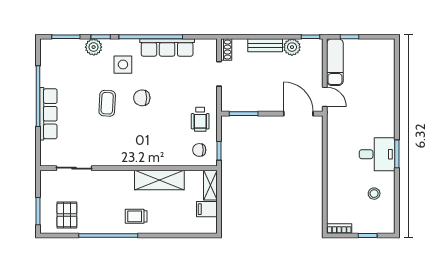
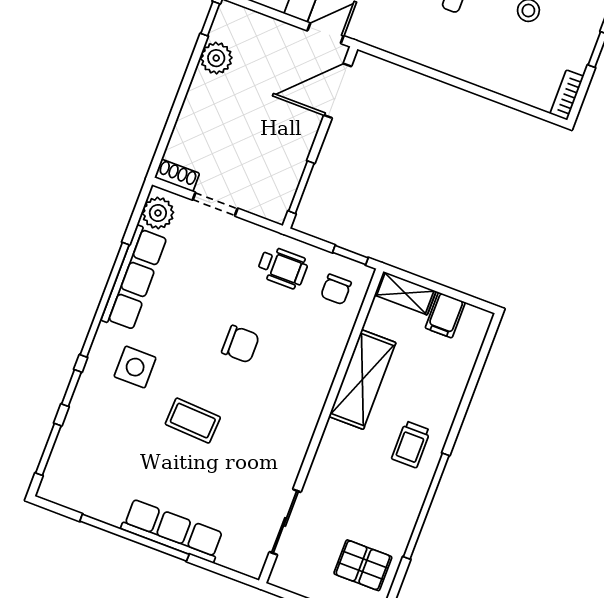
bench: (265, 45) -> (195, 104), removed
plant: (94, 47) -> (158, 213), moved
chair: (142, 98) -> (240, 344), moved, turned -90

